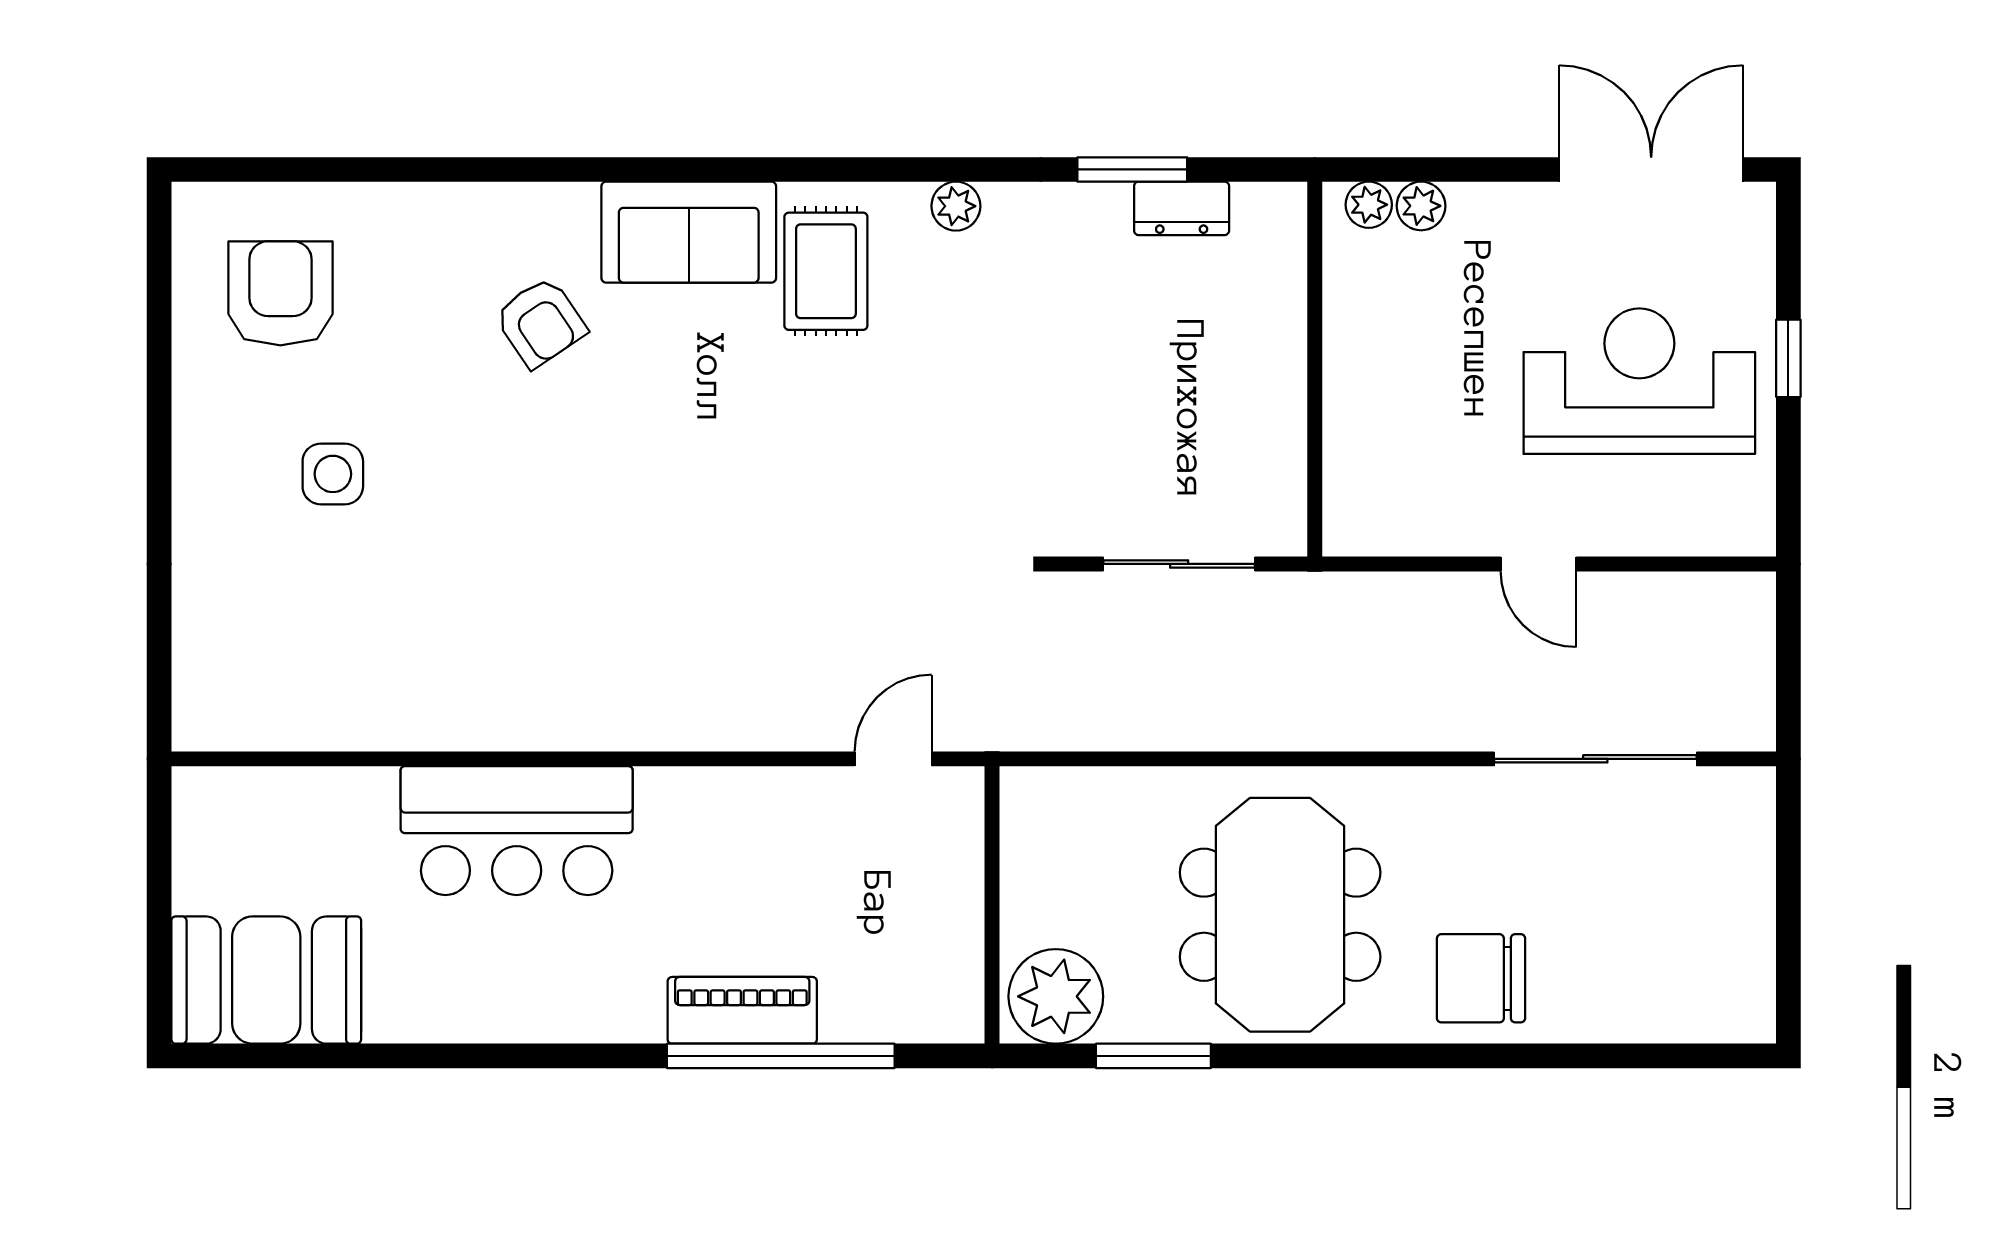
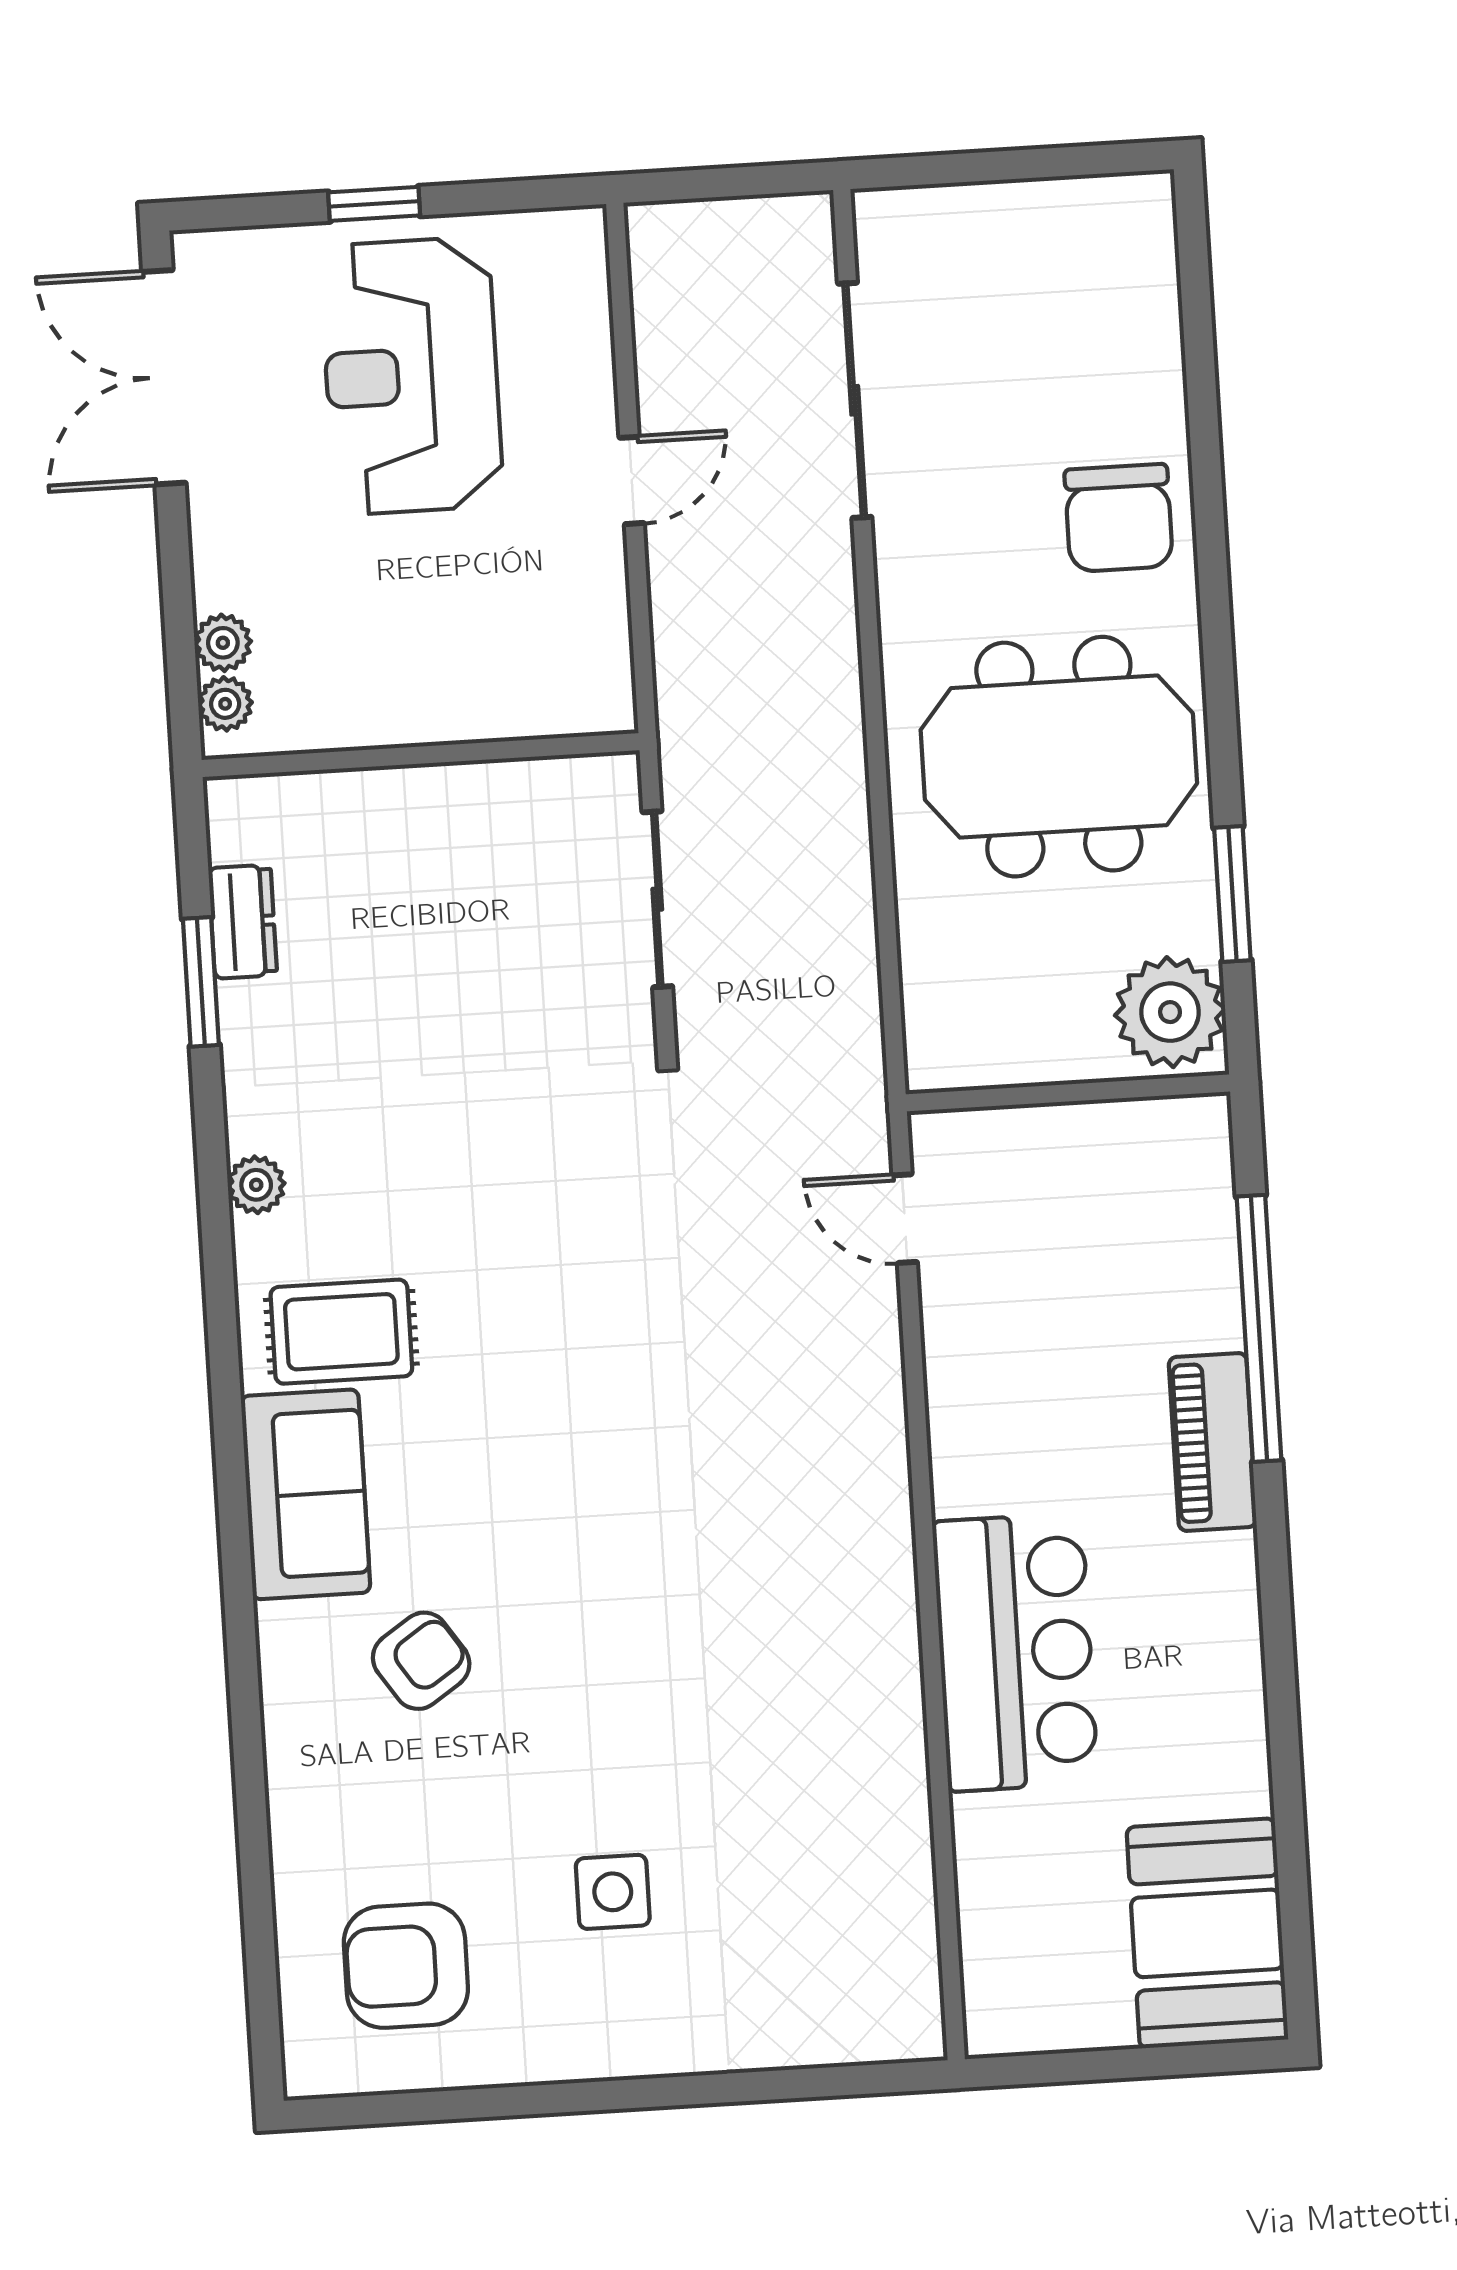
piano: (742, 1010) -> (1213, 1442), moved

